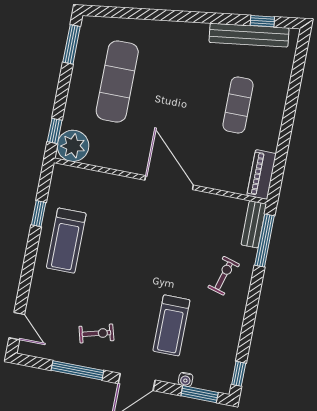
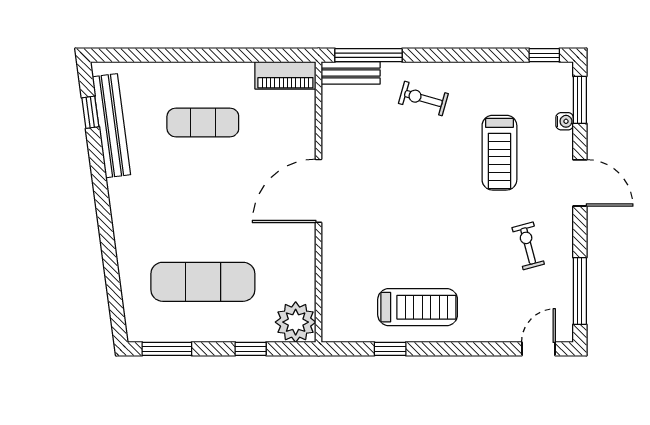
window: (55, 131) -> (251, 349), moved
treadmill: (171, 325) -> (499, 153), turned 90
window: (77, 370) -> (580, 291), moved

